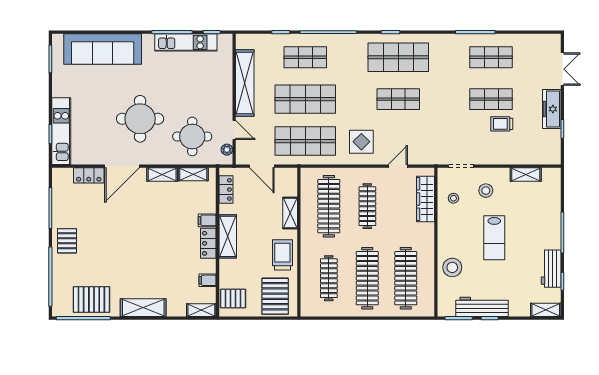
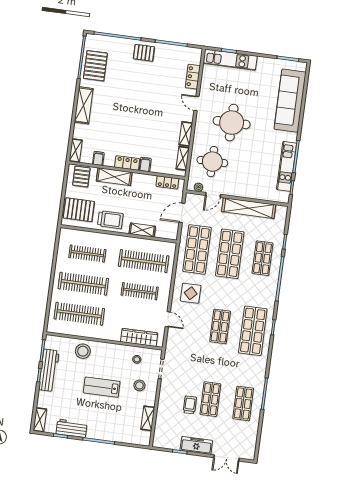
door: (122, 166) -> (196, 104), width x0.53
shelving: (228, 236) -> (114, 177), moved

